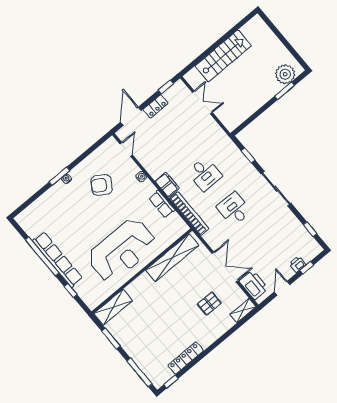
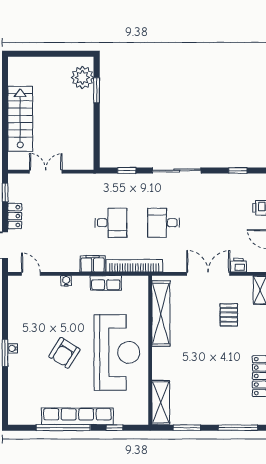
armchair: (101, 185) -> (64, 353), moved
printer: (254, 285) -> (238, 265), width x0.53, depth x0.68

